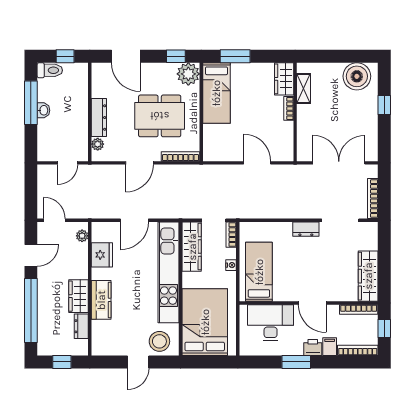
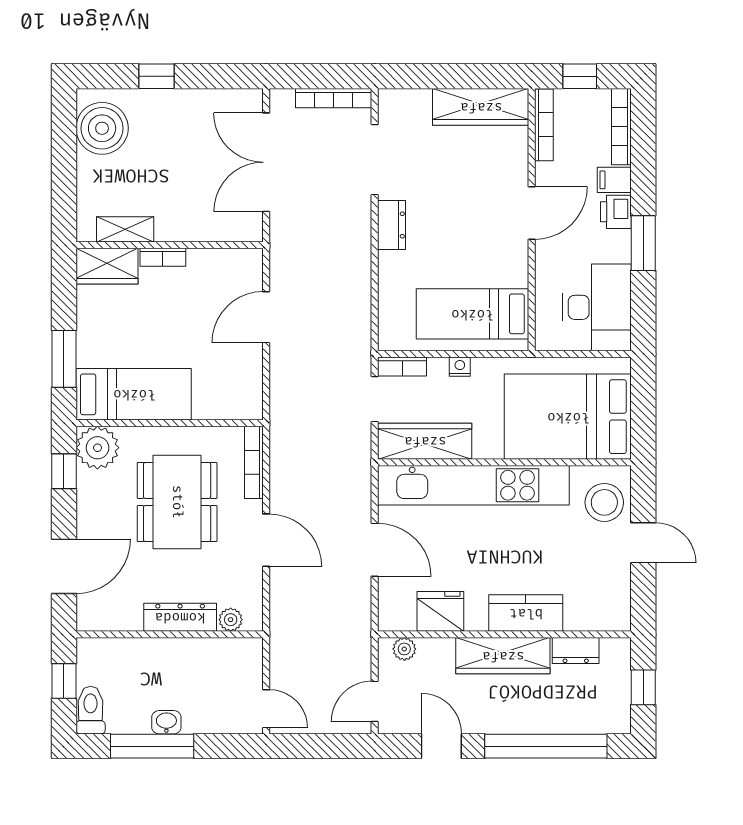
door: (67, 163) -> (266, 709), moved
wardrobe: (79, 296) -> (503, 656), width x1.50
desk: (271, 323) -> (597, 307), moved, turned 180

